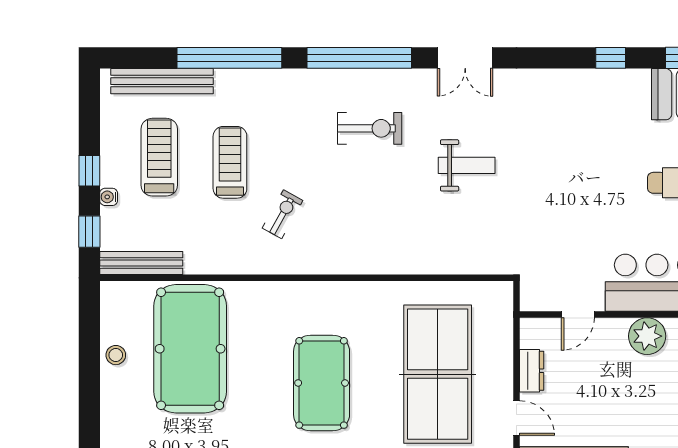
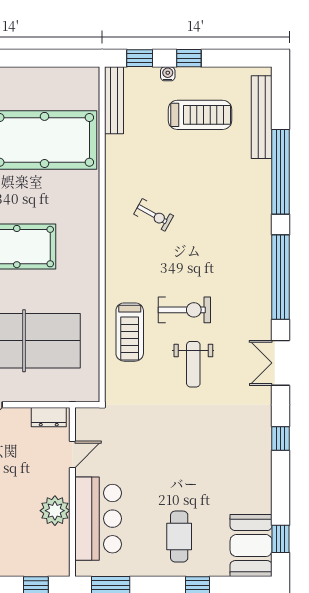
window: (611, 58) -> (281, 438), moved
exercise bike: (370, 128) -> (184, 310), moved, turned -90
treadmill: (230, 162) -> (130, 332), moved, turned 90
door: (578, 314) -> (72, 454), swing flipped
stool: (116, 355) -> (39, 80), removed
dresser: (532, 371) -> (49, 417), moved

